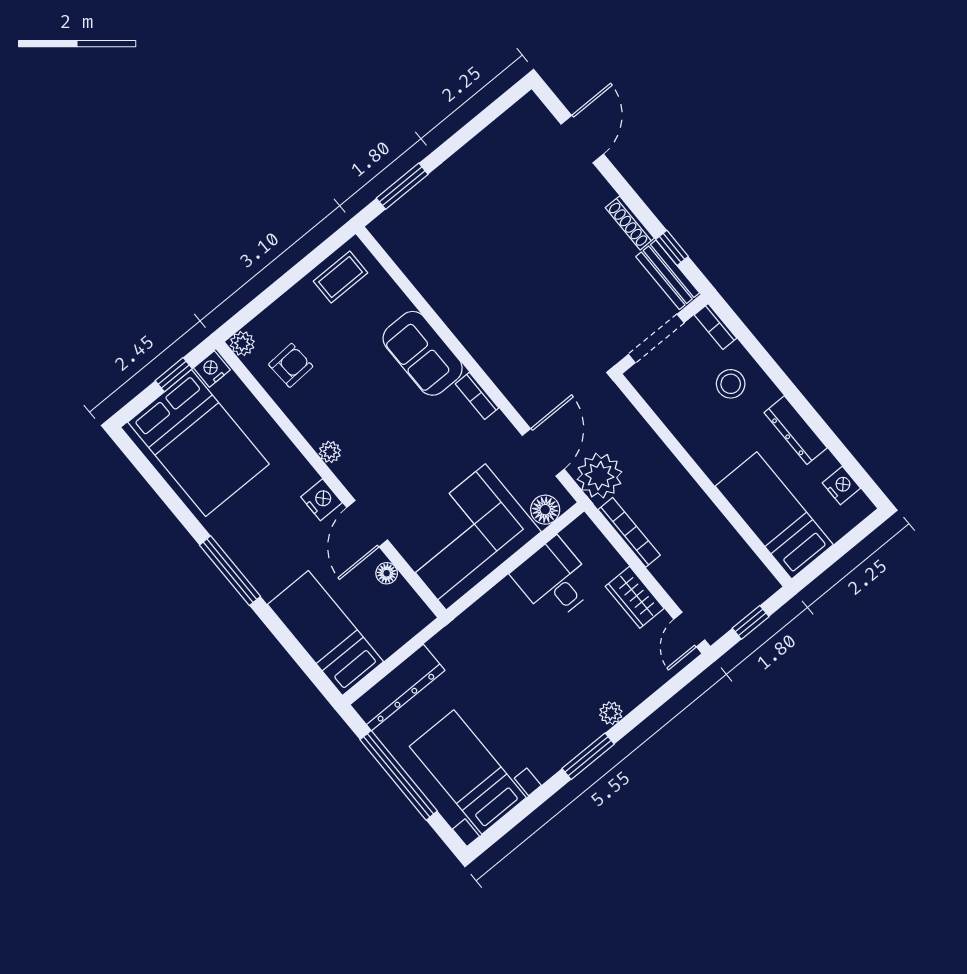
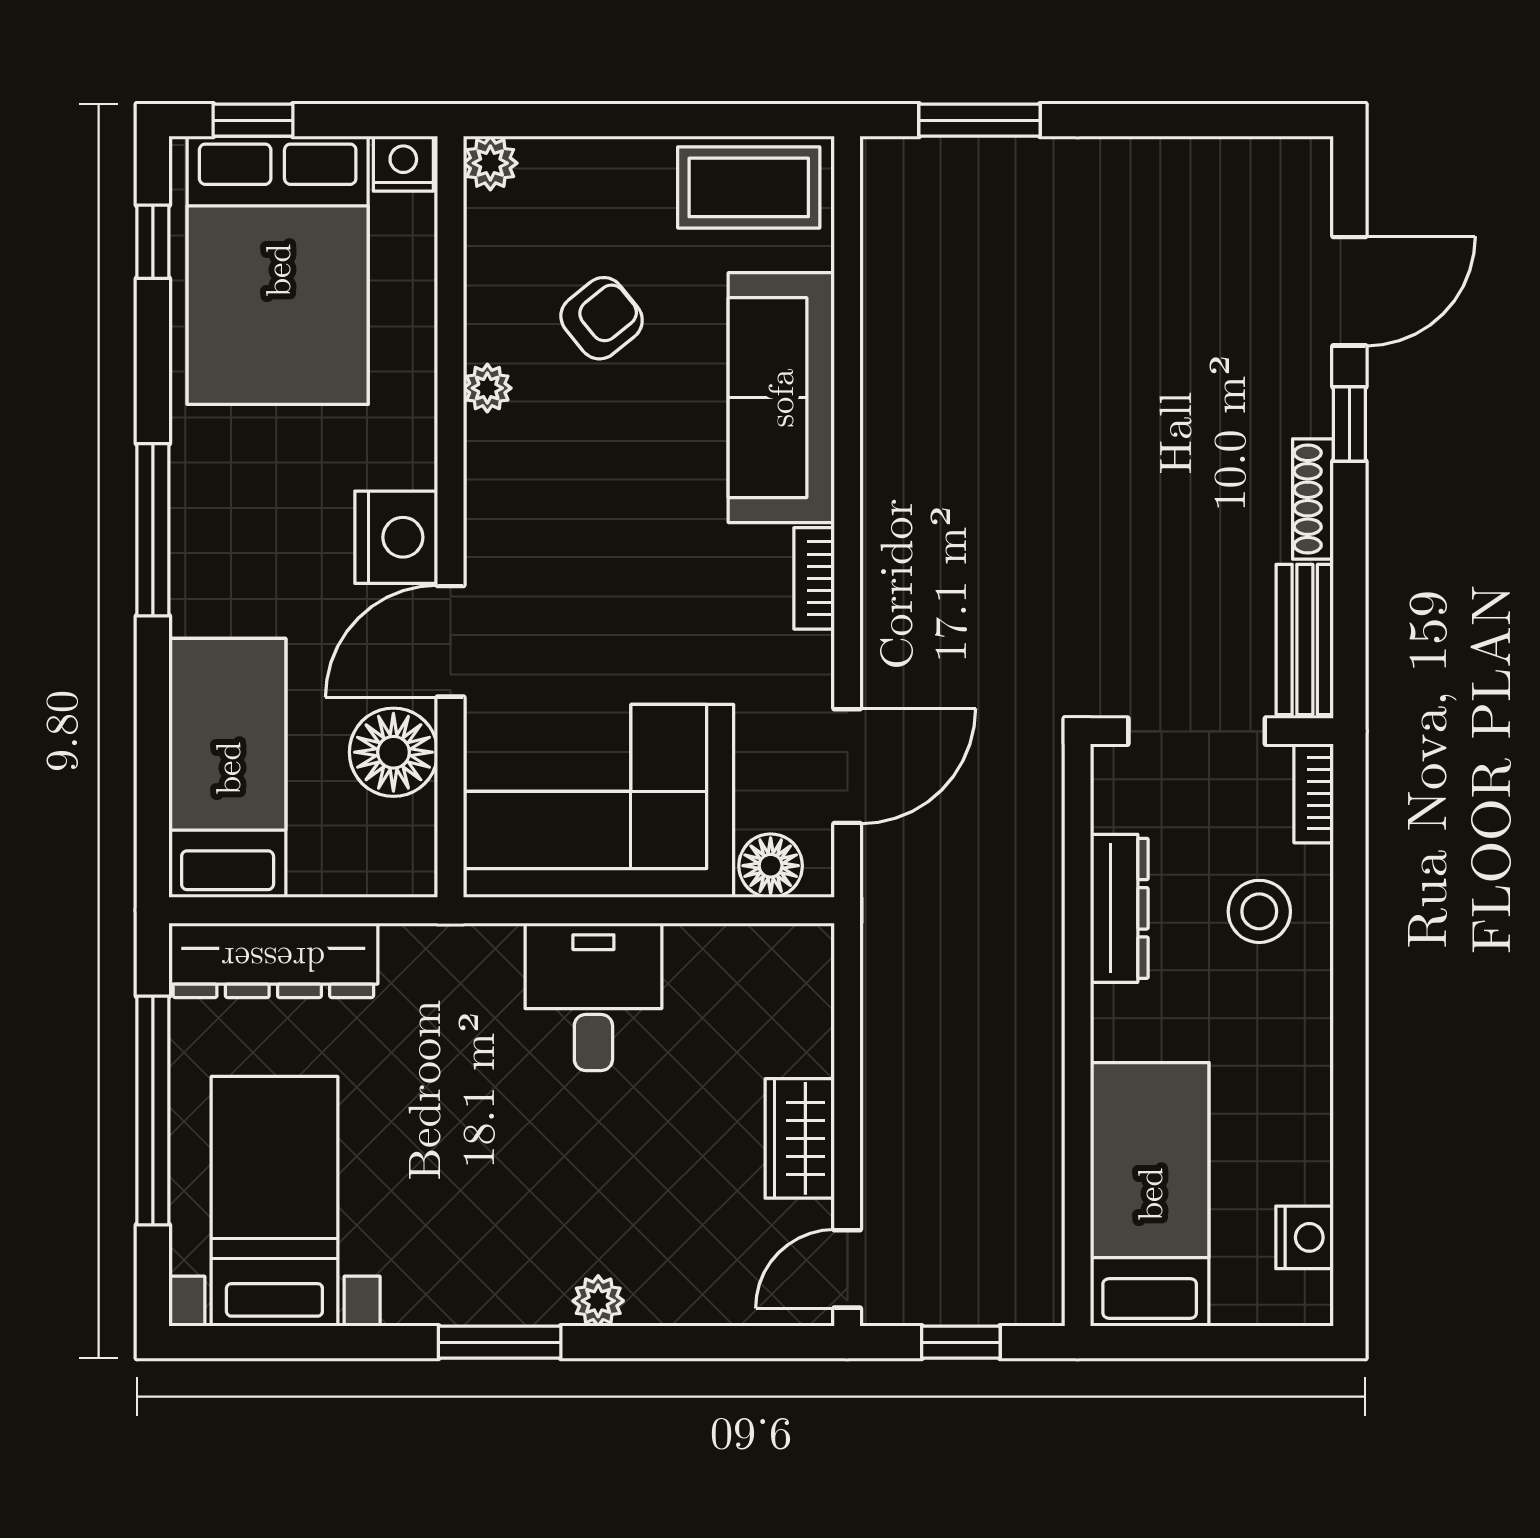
window: (672, 248) -> (1349, 424), moved
coffee table: (340, 277) -> (749, 187), width x1.36, depth x1.30
sofa: (423, 353) -> (781, 398), width x1.36
armchair: (291, 365) -> (602, 318), moved, turned -36
window: (174, 375) -> (253, 120), moved
dresser: (796, 430) -> (1119, 908), moved, turned 180
plant: (330, 452) -> (487, 388), moved
window: (146, 469) -> (153, 242), added
plant: (600, 476) -> (910, 884), removed
nightstand: (321, 500) -> (396, 537), width x1.36, depth x1.33
bookcase: (629, 532) -> (881, 1021), removed
floor lamp: (387, 573) -> (393, 752), width x1.89, depth x1.89
desk: (554, 580) -> (593, 997), moved

